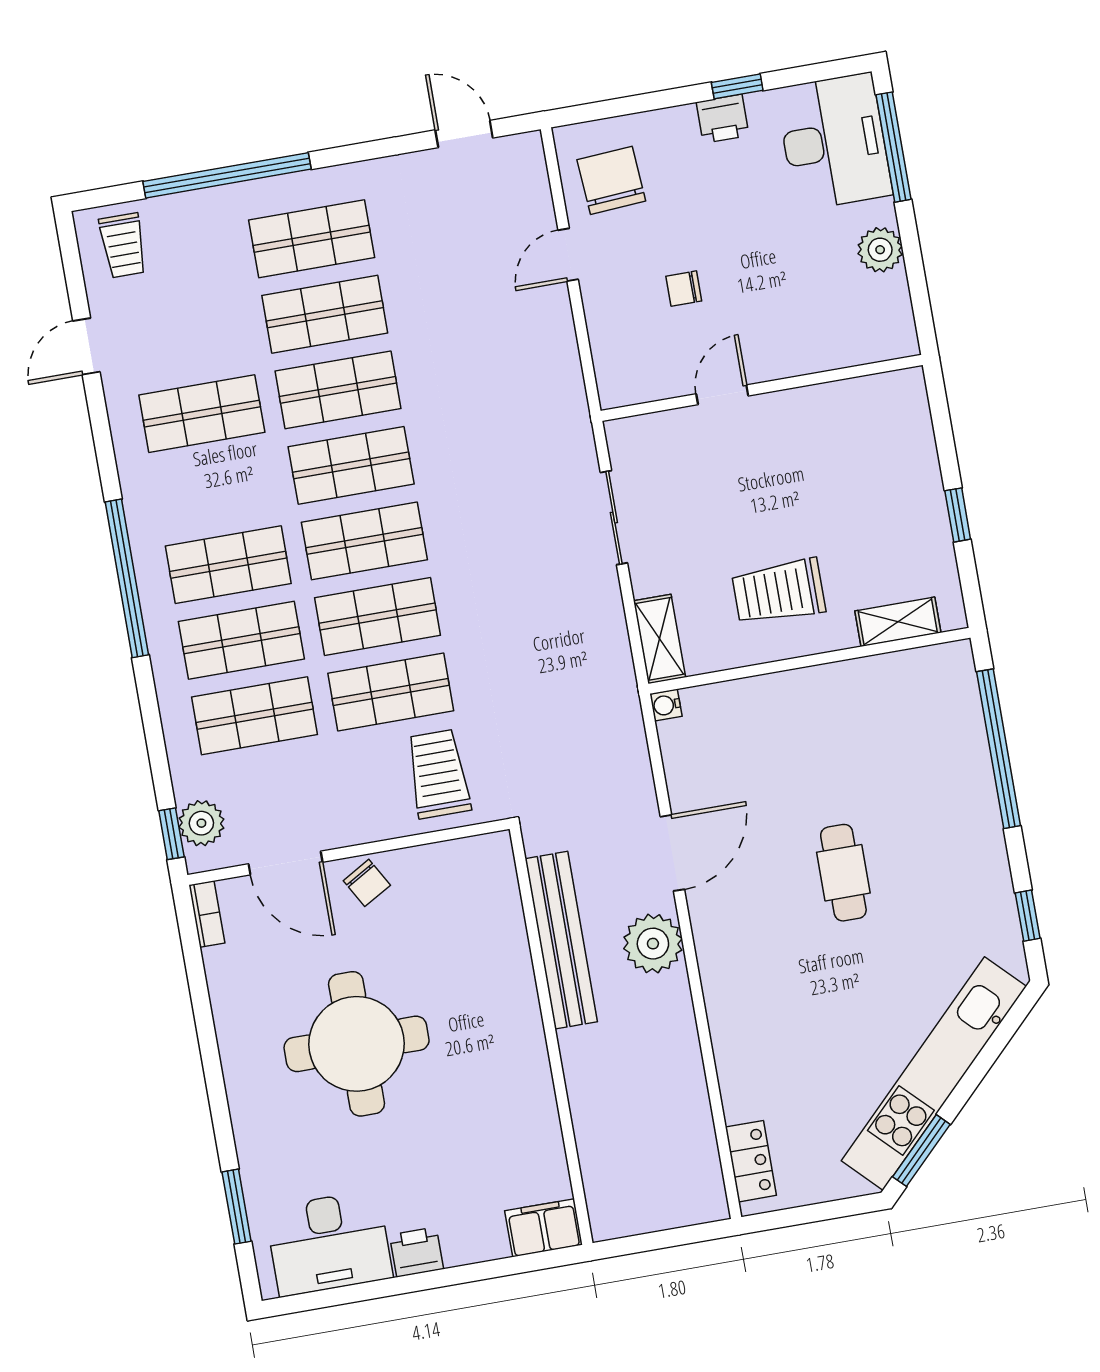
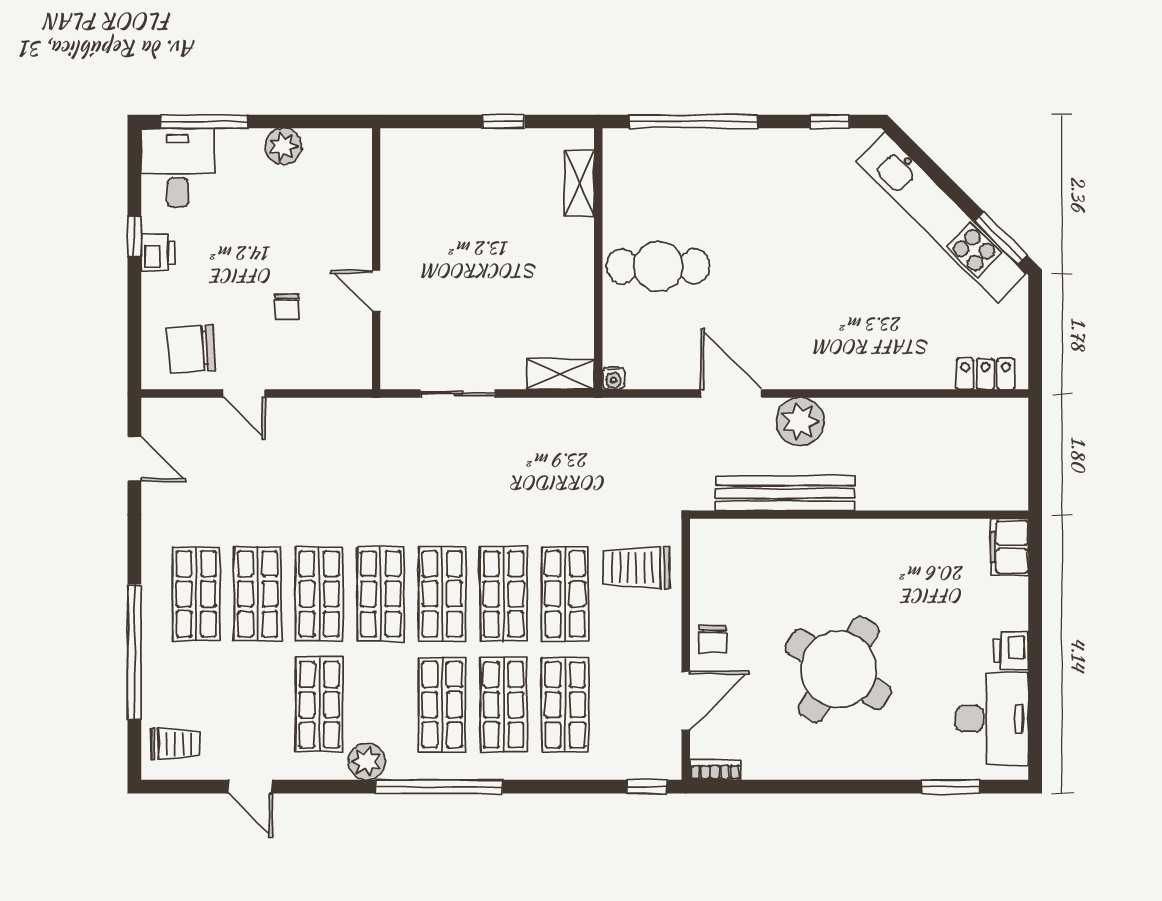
door: (464, 134) -> (134, 459), swing flipped
desk: (834, 142) -> (178, 168), width x0.73
trolley: (779, 592) -> (539, 274), removed
plant: (201, 823) -> (366, 762), moved
cafe table: (843, 873) -> (658, 266), moved, width x1.37, depth x1.35
chair: (367, 883) -> (713, 639), turned 120
round table: (357, 1044) -> (838, 669), turned 33

